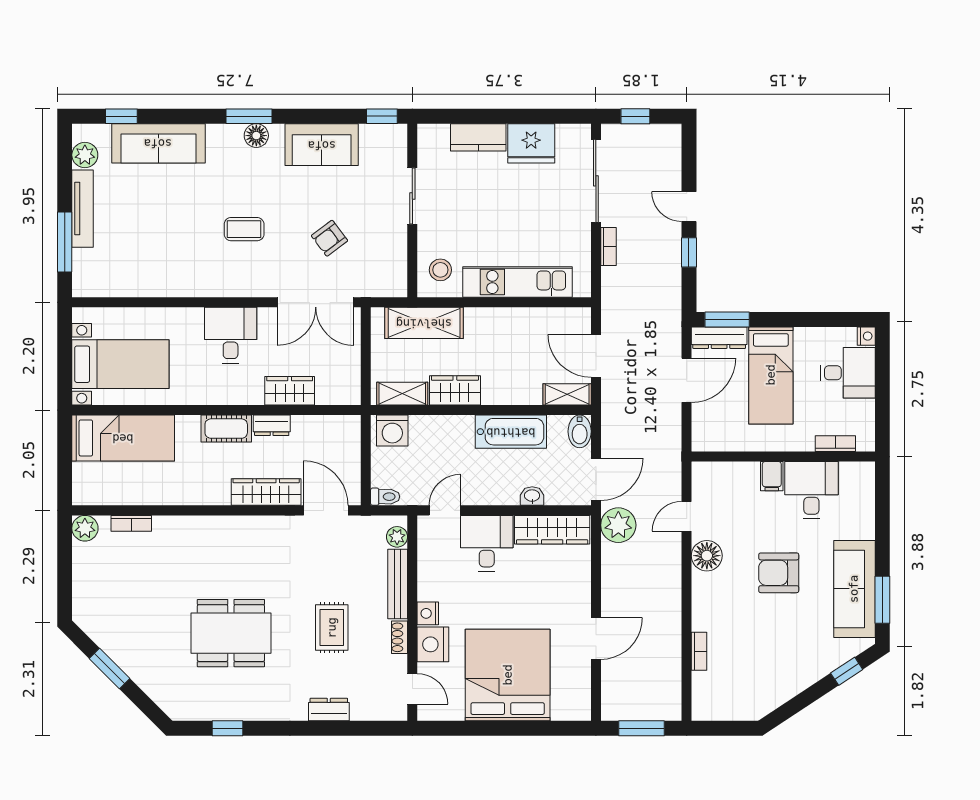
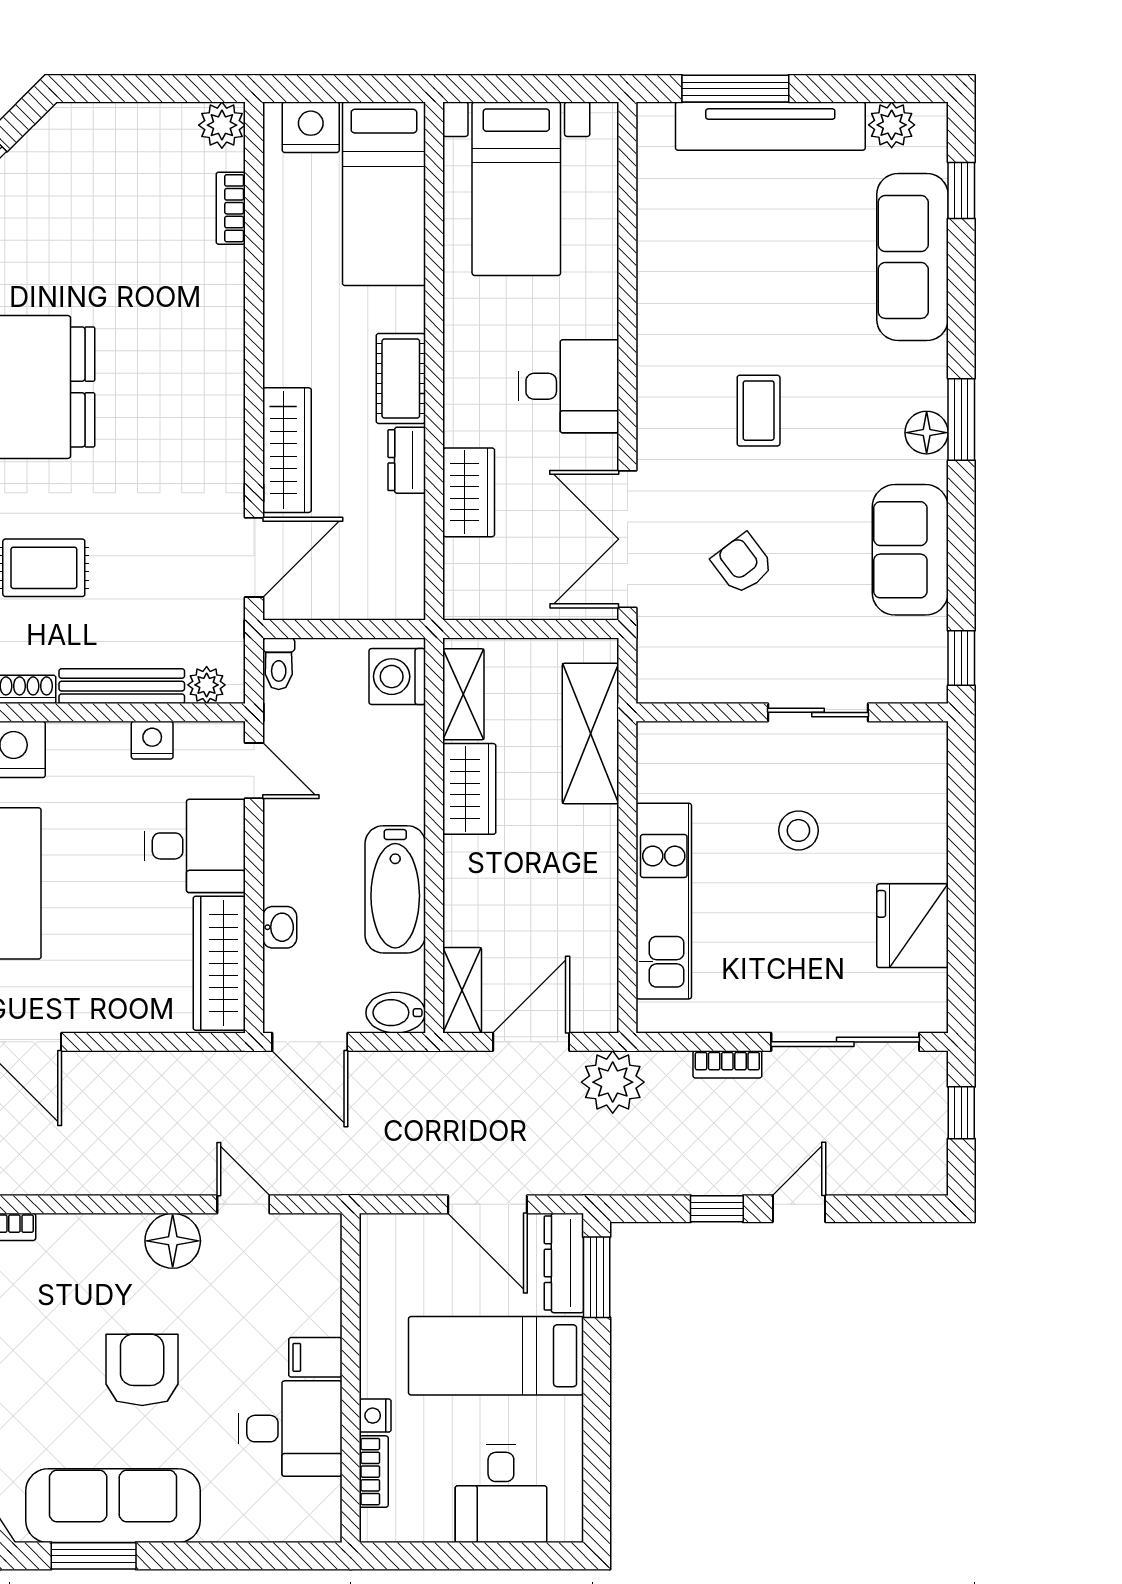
kitchen counter: (478, 137) -> (923, 831), removed
tv unit: (82, 209) -> (770, 126), width x1.36, depth x1.29
stool: (440, 270) -> (798, 830), moved
nightstand: (866, 336) -> (375, 1416), moved, turned 90
nightstand: (86, 479) -> (311, 127), added
plant: (618, 525) -> (613, 1082), moved
nightstand: (428, 613) -> (152, 740), moved

